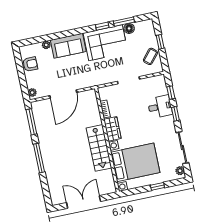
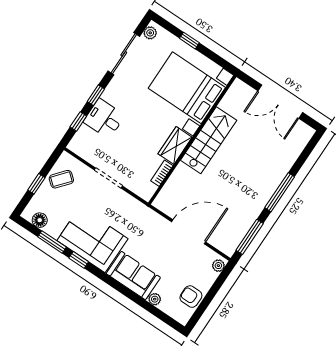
floor lamp: (129, 28) -> (40, 220), moved

